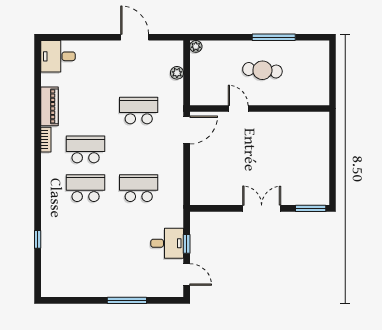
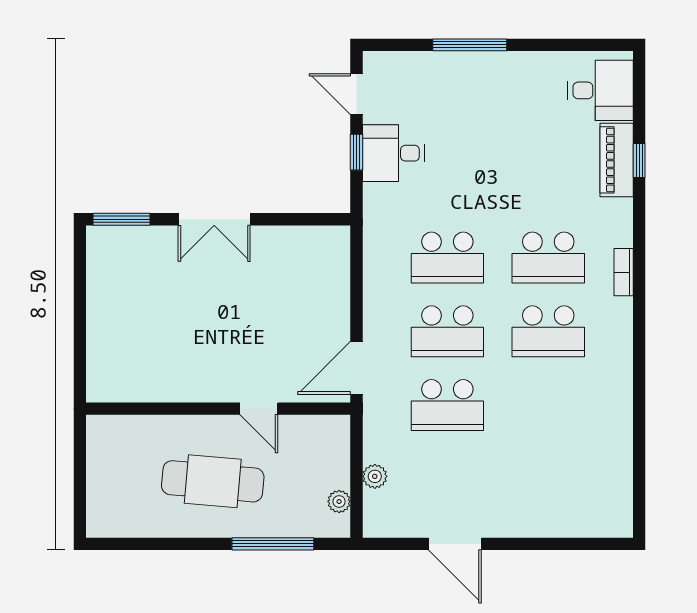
window: (274, 37) -> (273, 544), moved
plant: (196, 46) -> (339, 501), moved
desk: (58, 56) -> (601, 90), moved
cafe table: (262, 70) -> (213, 481), width x1.37, depth x1.35
piano: (49, 106) -> (617, 160), moved
bookcase: (46, 140) -> (624, 272), moved
school desk: (139, 149) -> (447, 331), added

